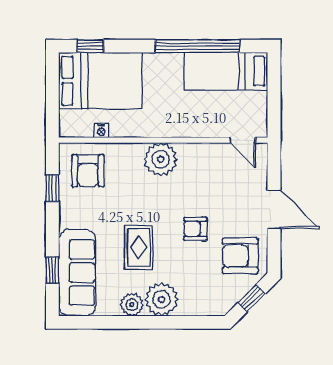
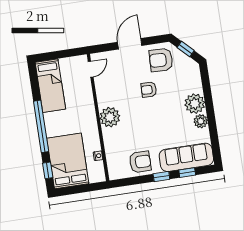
window: (197, 46) -> (41, 126), moved
armchair: (88, 171) -> (140, 162), moved
window: (52, 188) -> (161, 177), moved
armchair: (195, 229) -> (149, 90), turned 92
rug: (139, 248) -> (165, 122), removed
armchair: (240, 256) -> (161, 60), turned 92

